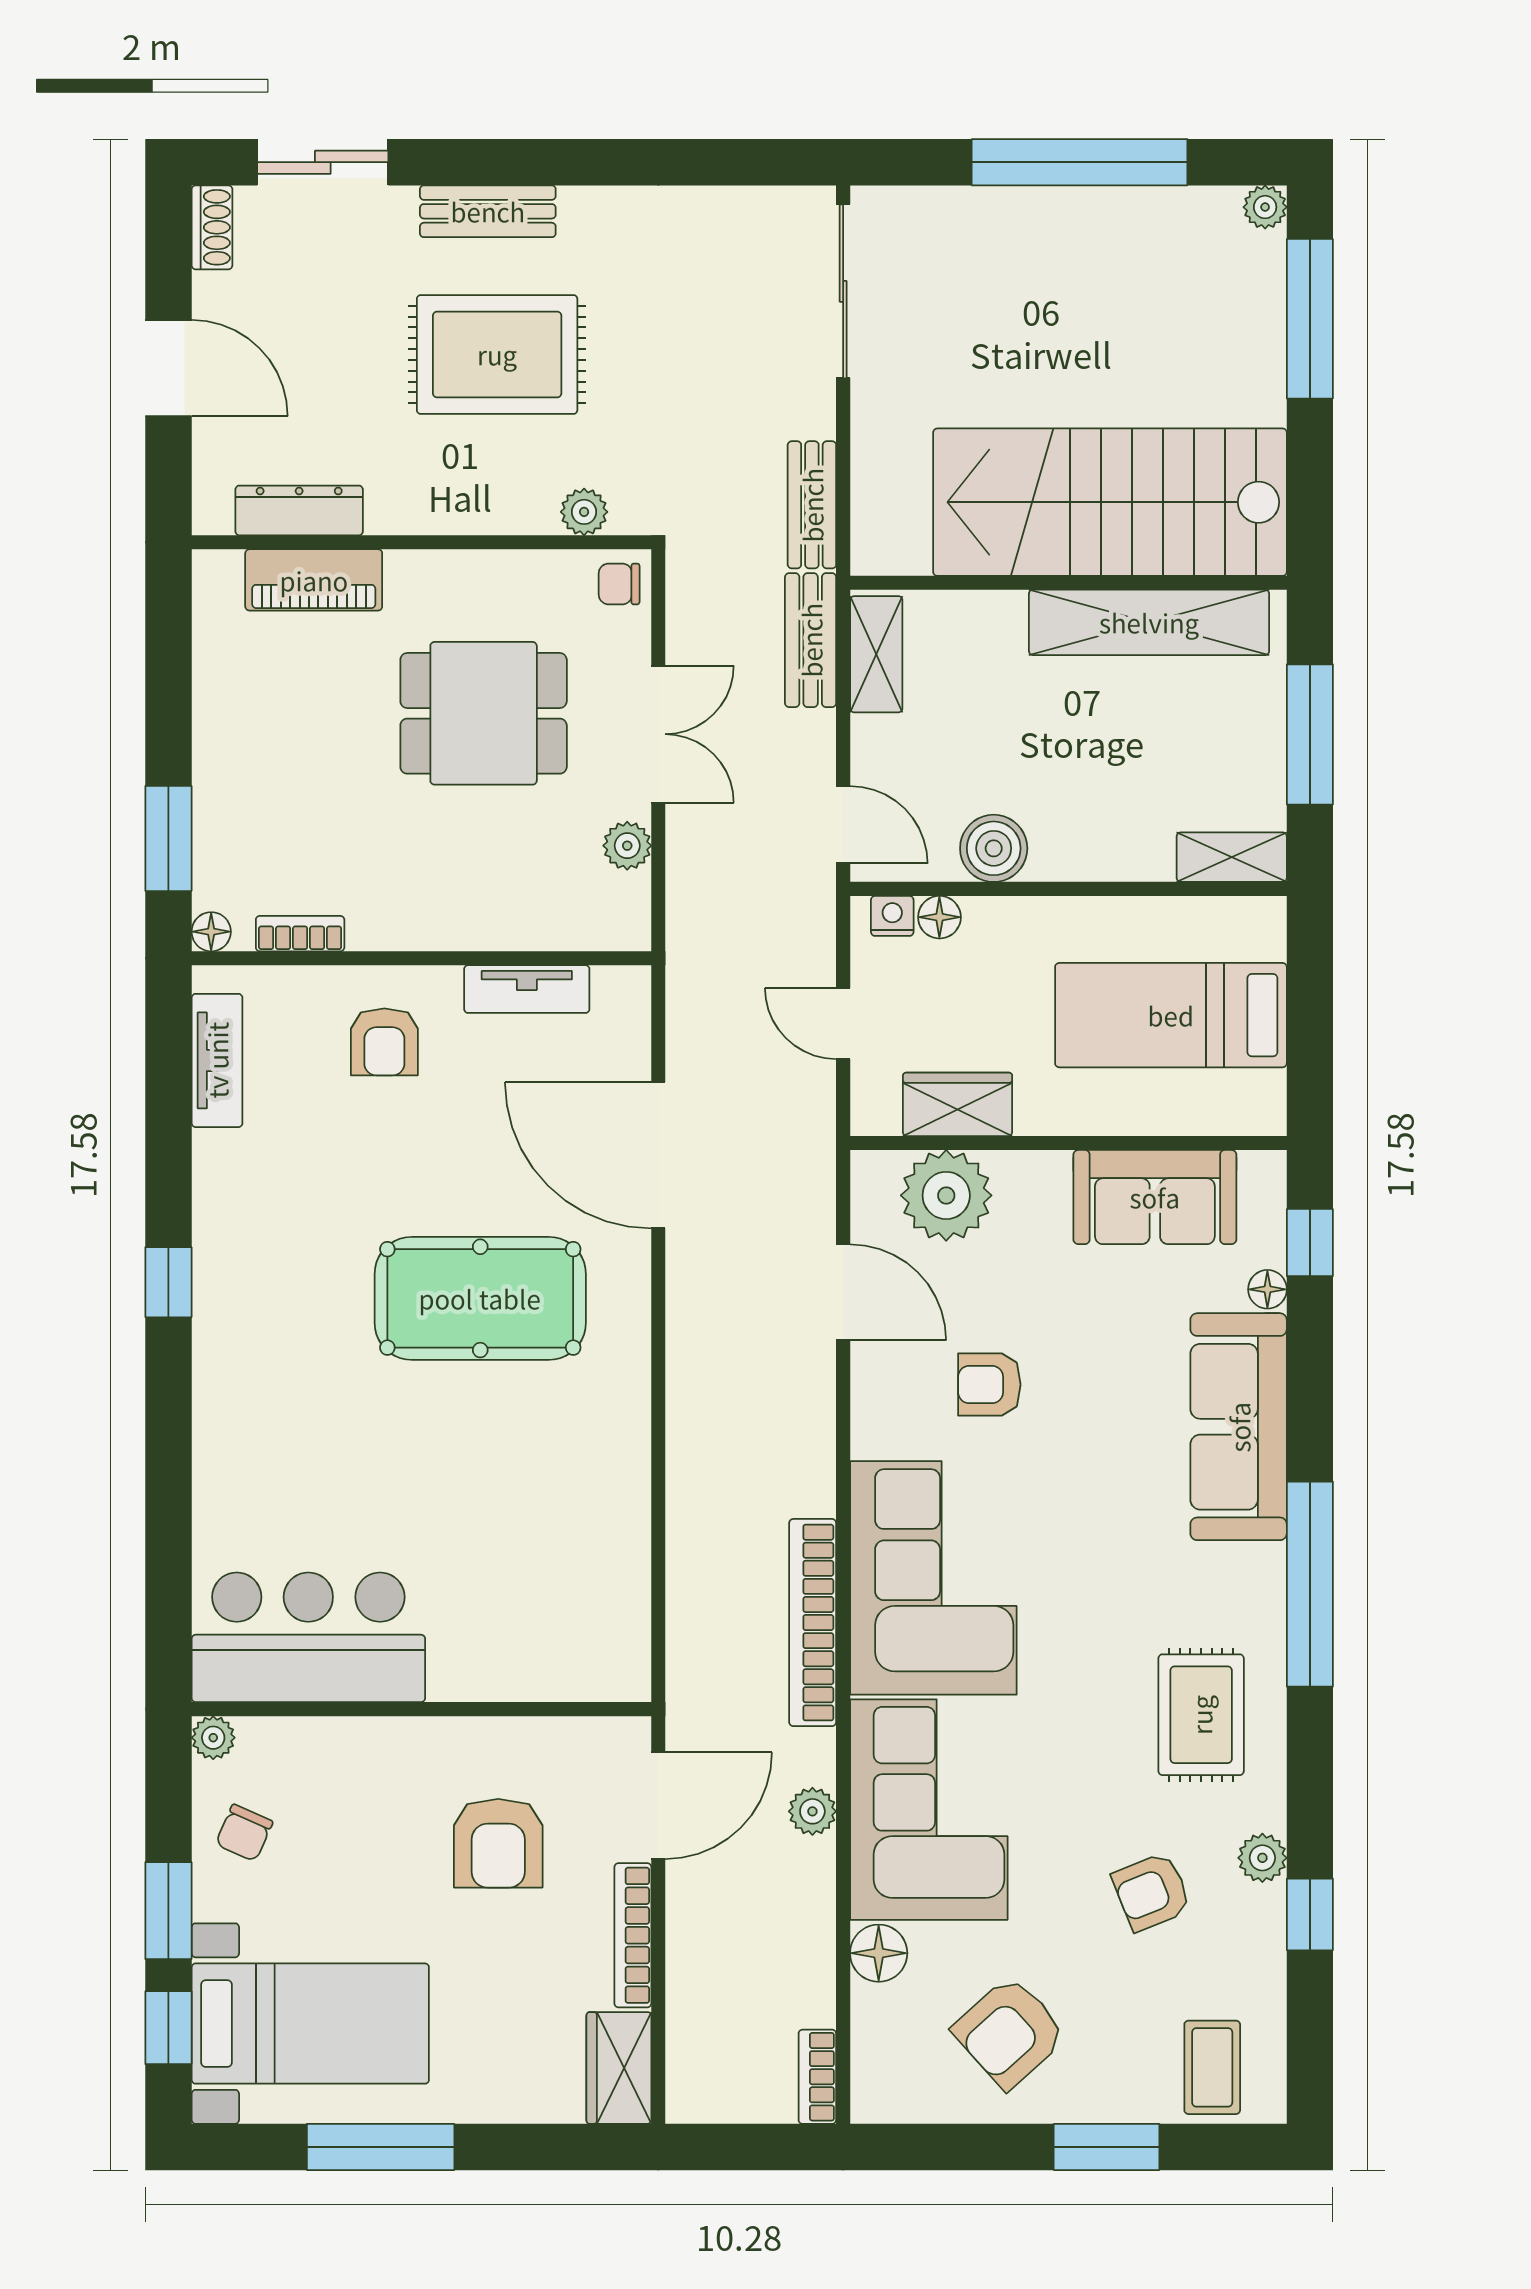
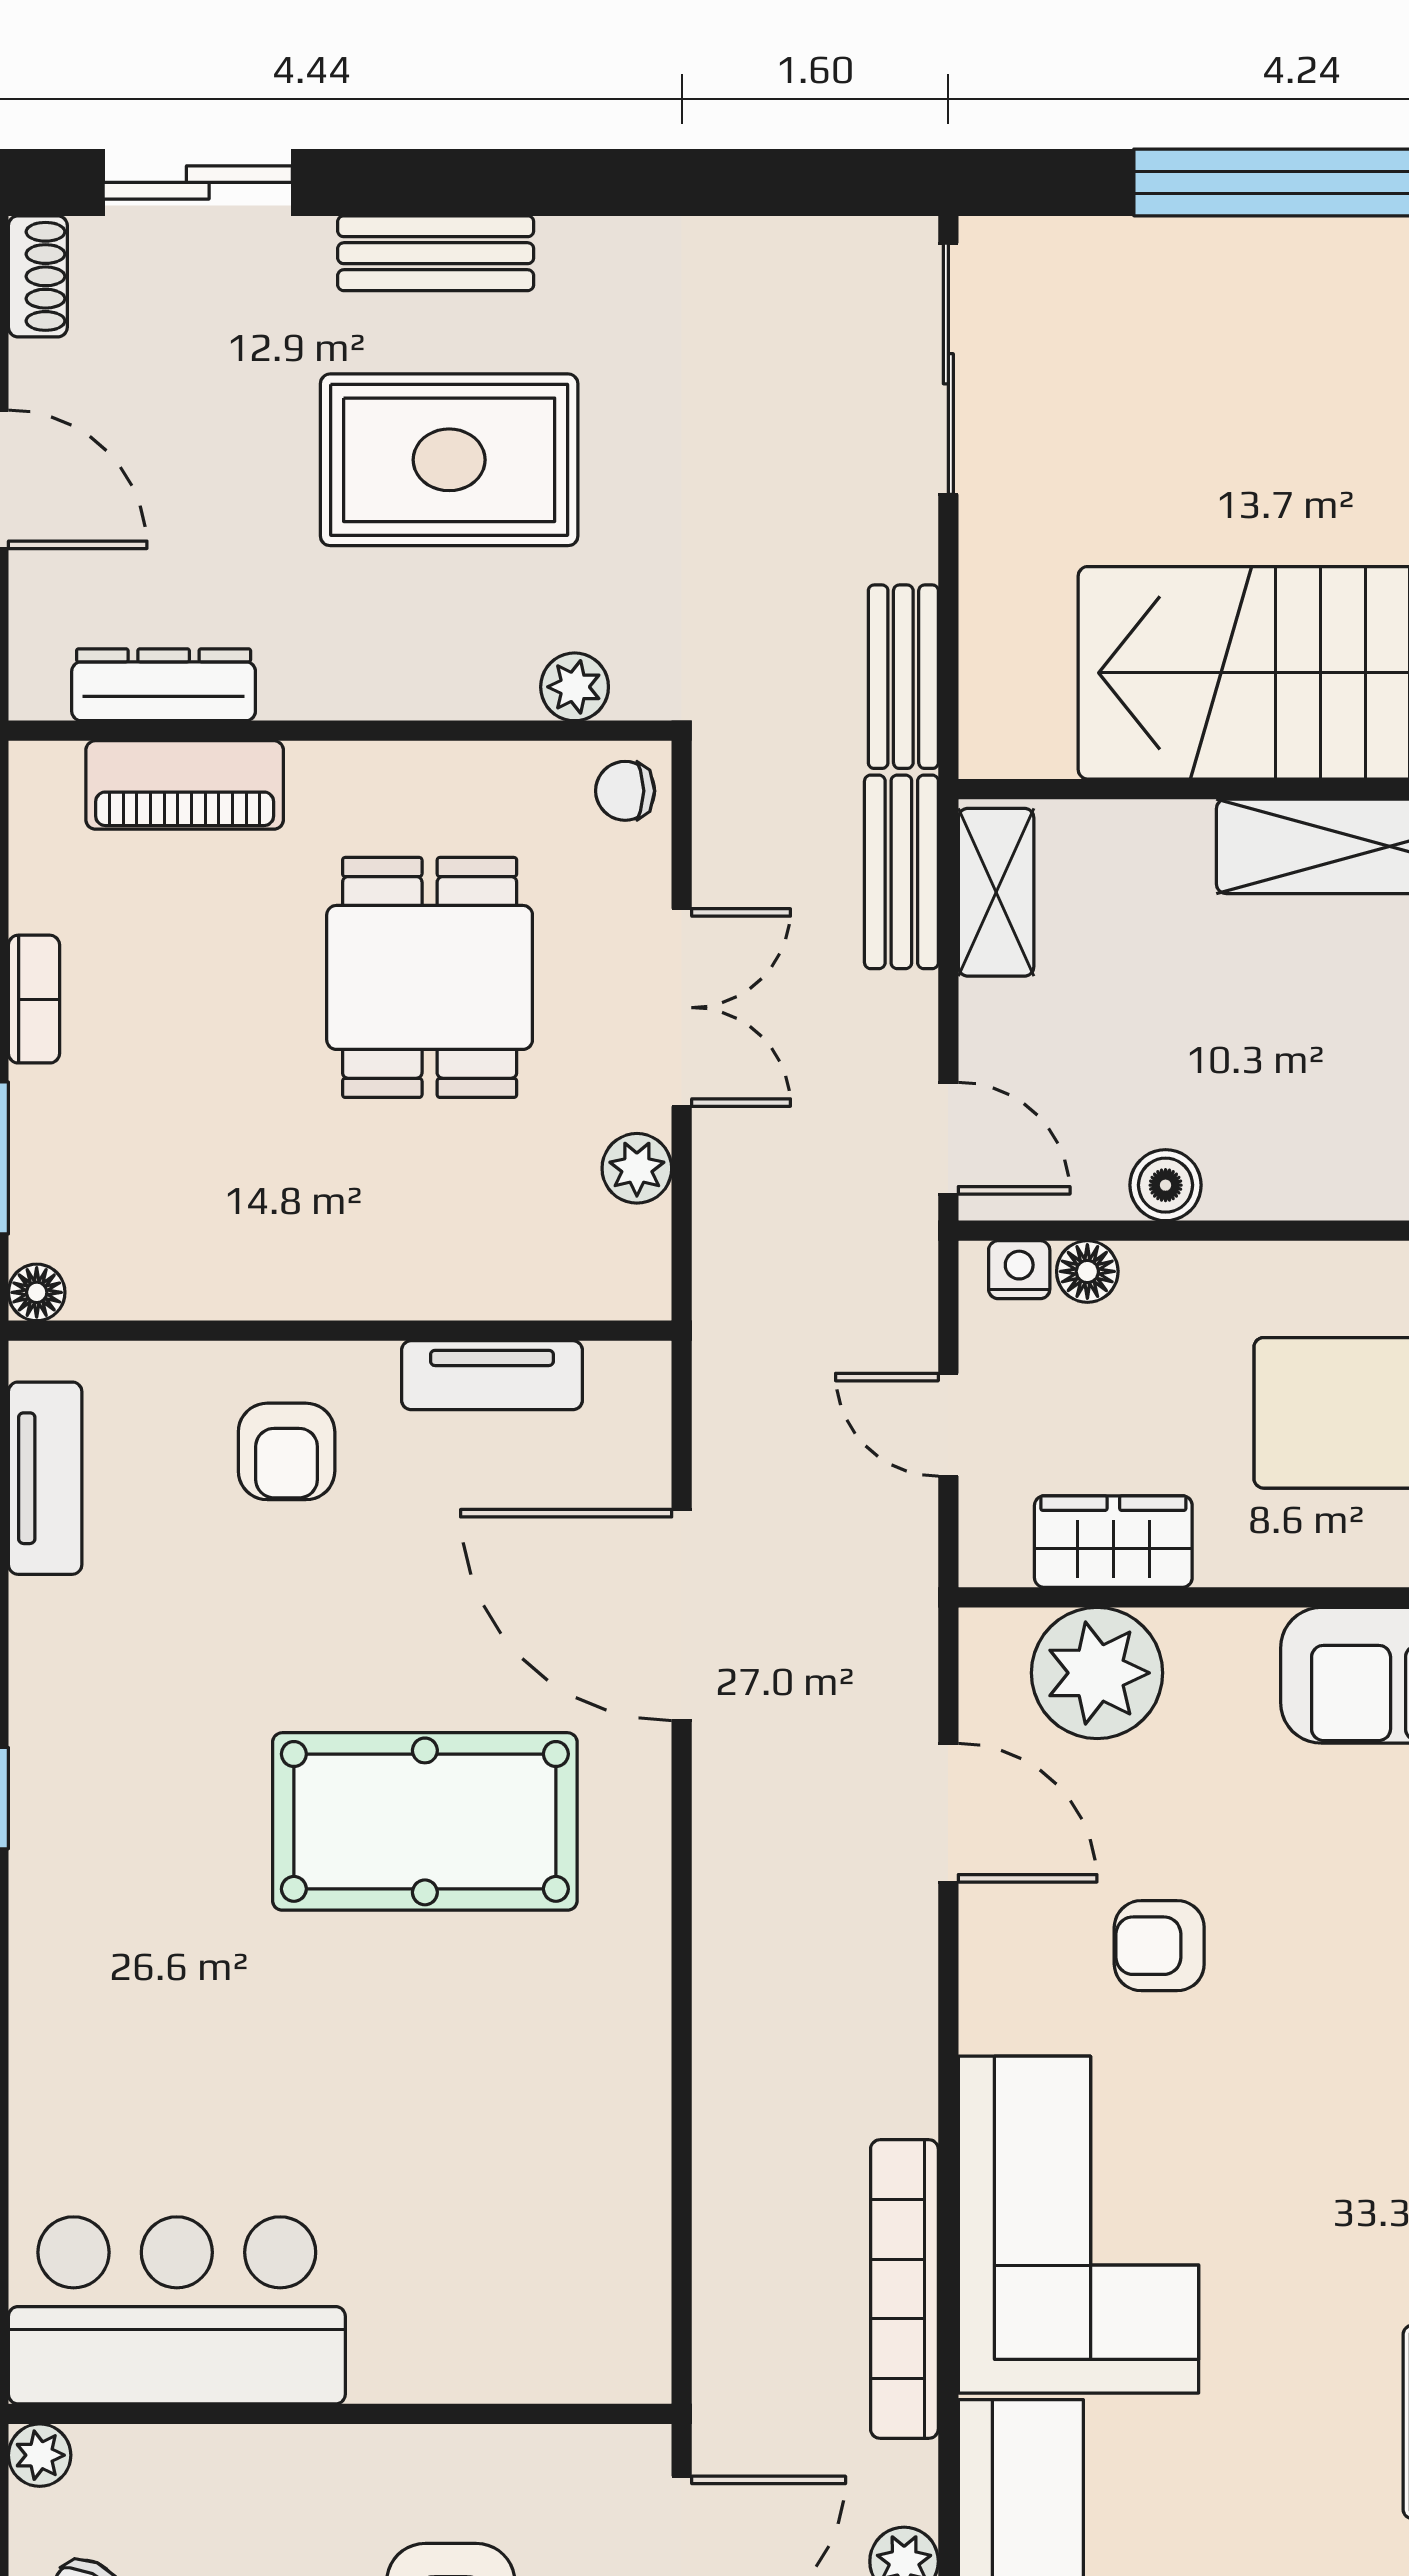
dining table: (484, 713) -> (430, 977), turned 90
boiler: (994, 848) -> (1166, 1185), width x0.73, depth x0.73
bookcase: (300, 934) -> (34, 999), moved, turned 90

